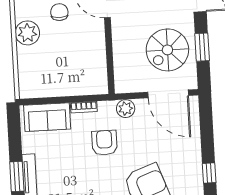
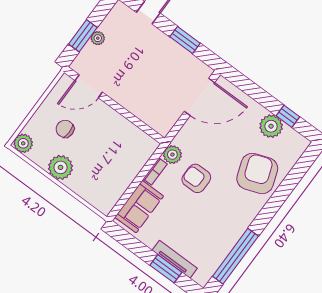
spiral stairs: (167, 50) -> (165, 69), removed
plant: (126, 109) -> (172, 155), moved
plant: (191, 166) -> (271, 126), added

